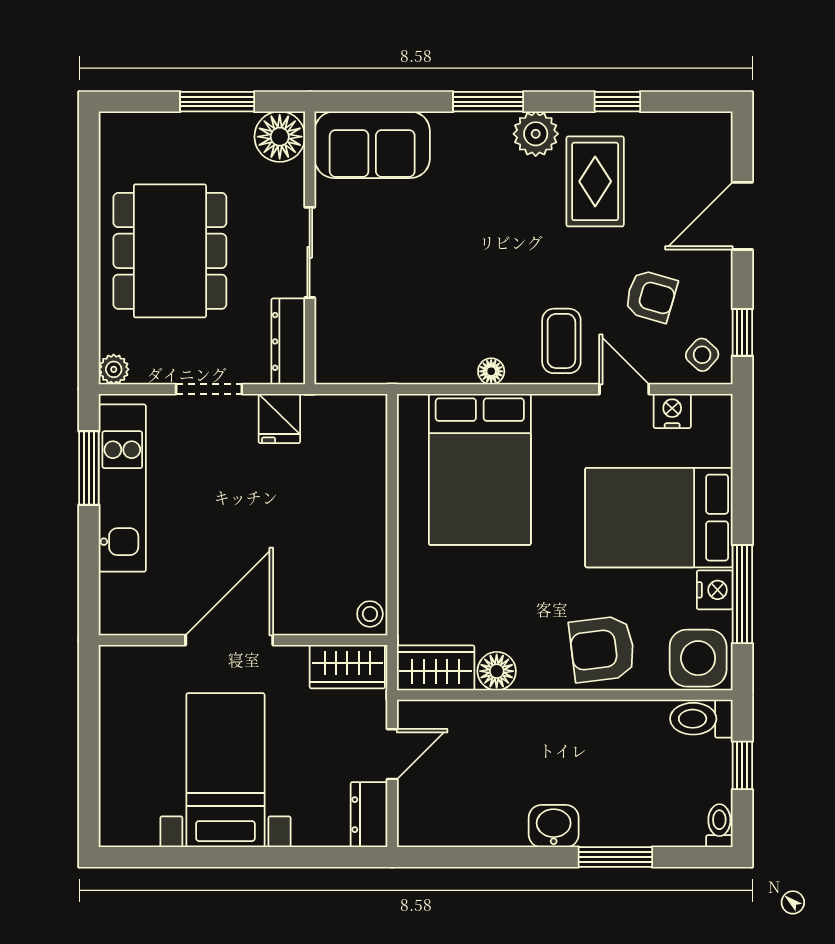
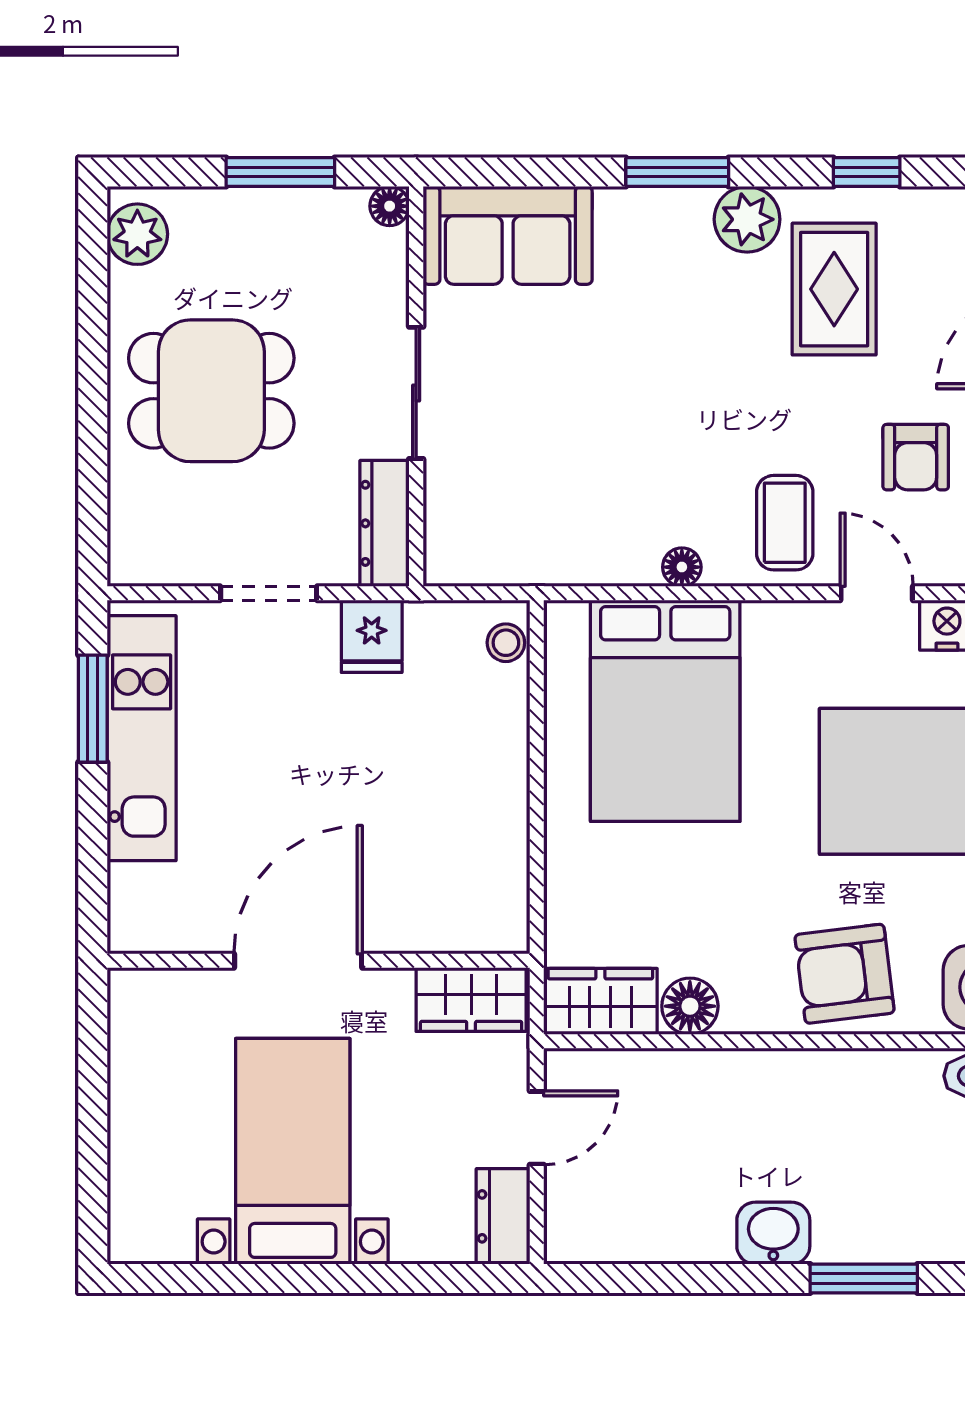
floor lamp: (280, 137) -> (390, 206), width x0.53, depth x0.53
dining table: (170, 251) -> (211, 391), width x0.73
armchair: (651, 296) -> (916, 457), turned 74
plant: (114, 369) -> (137, 234), moved, width x1.38, depth x1.38
stool: (370, 614) -> (506, 643), moved

